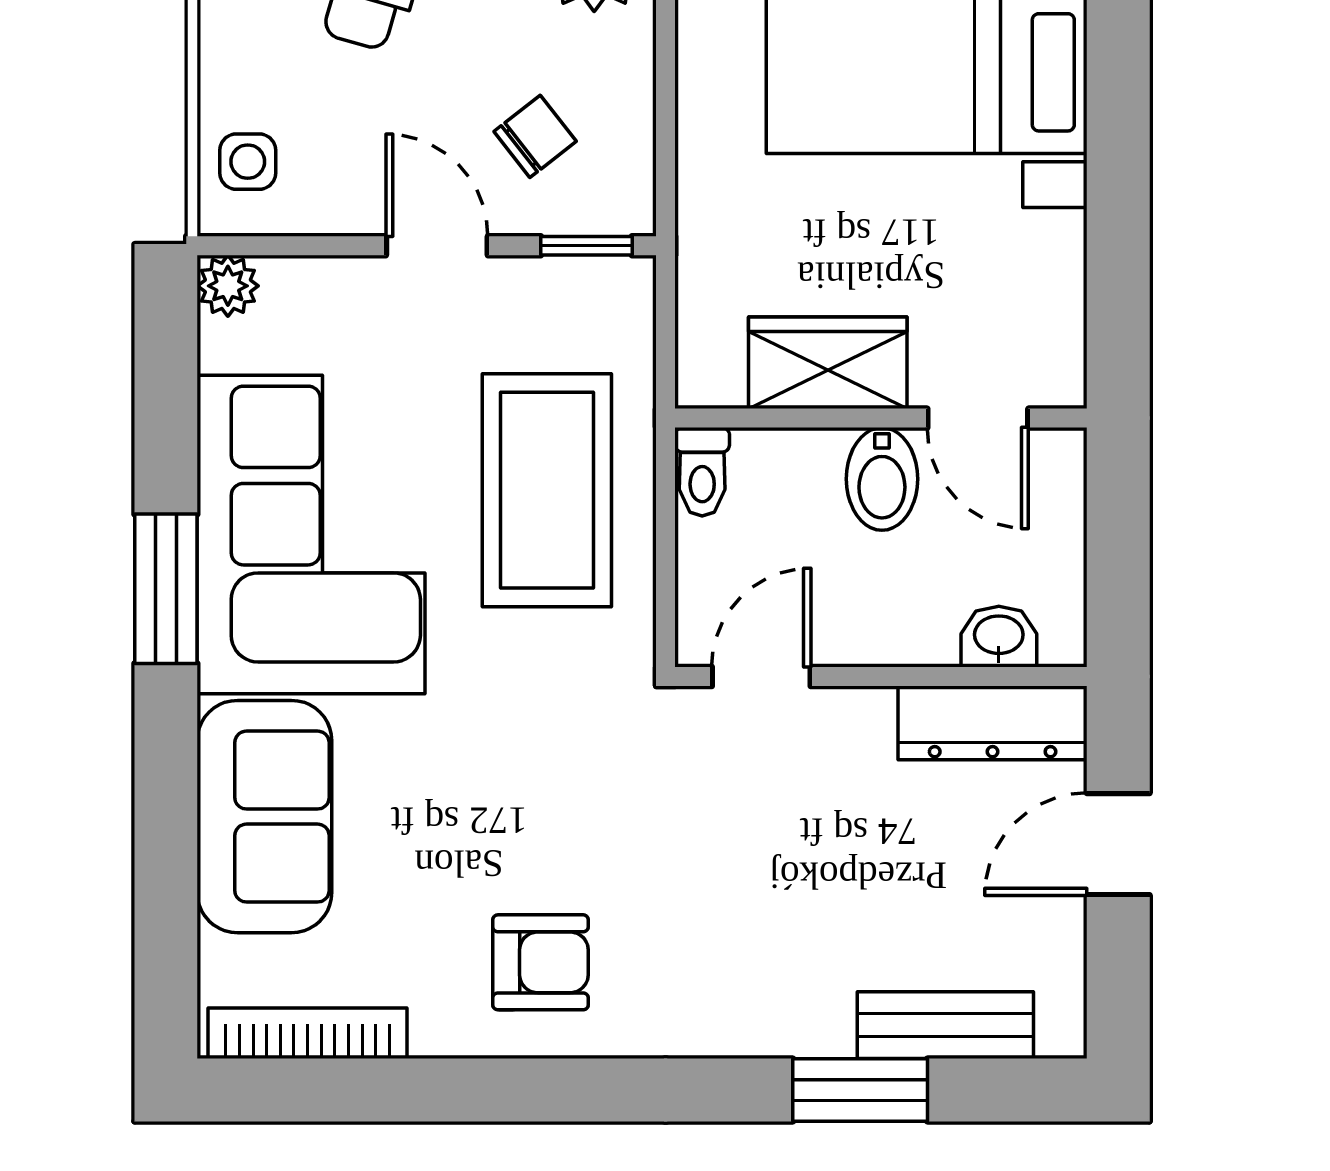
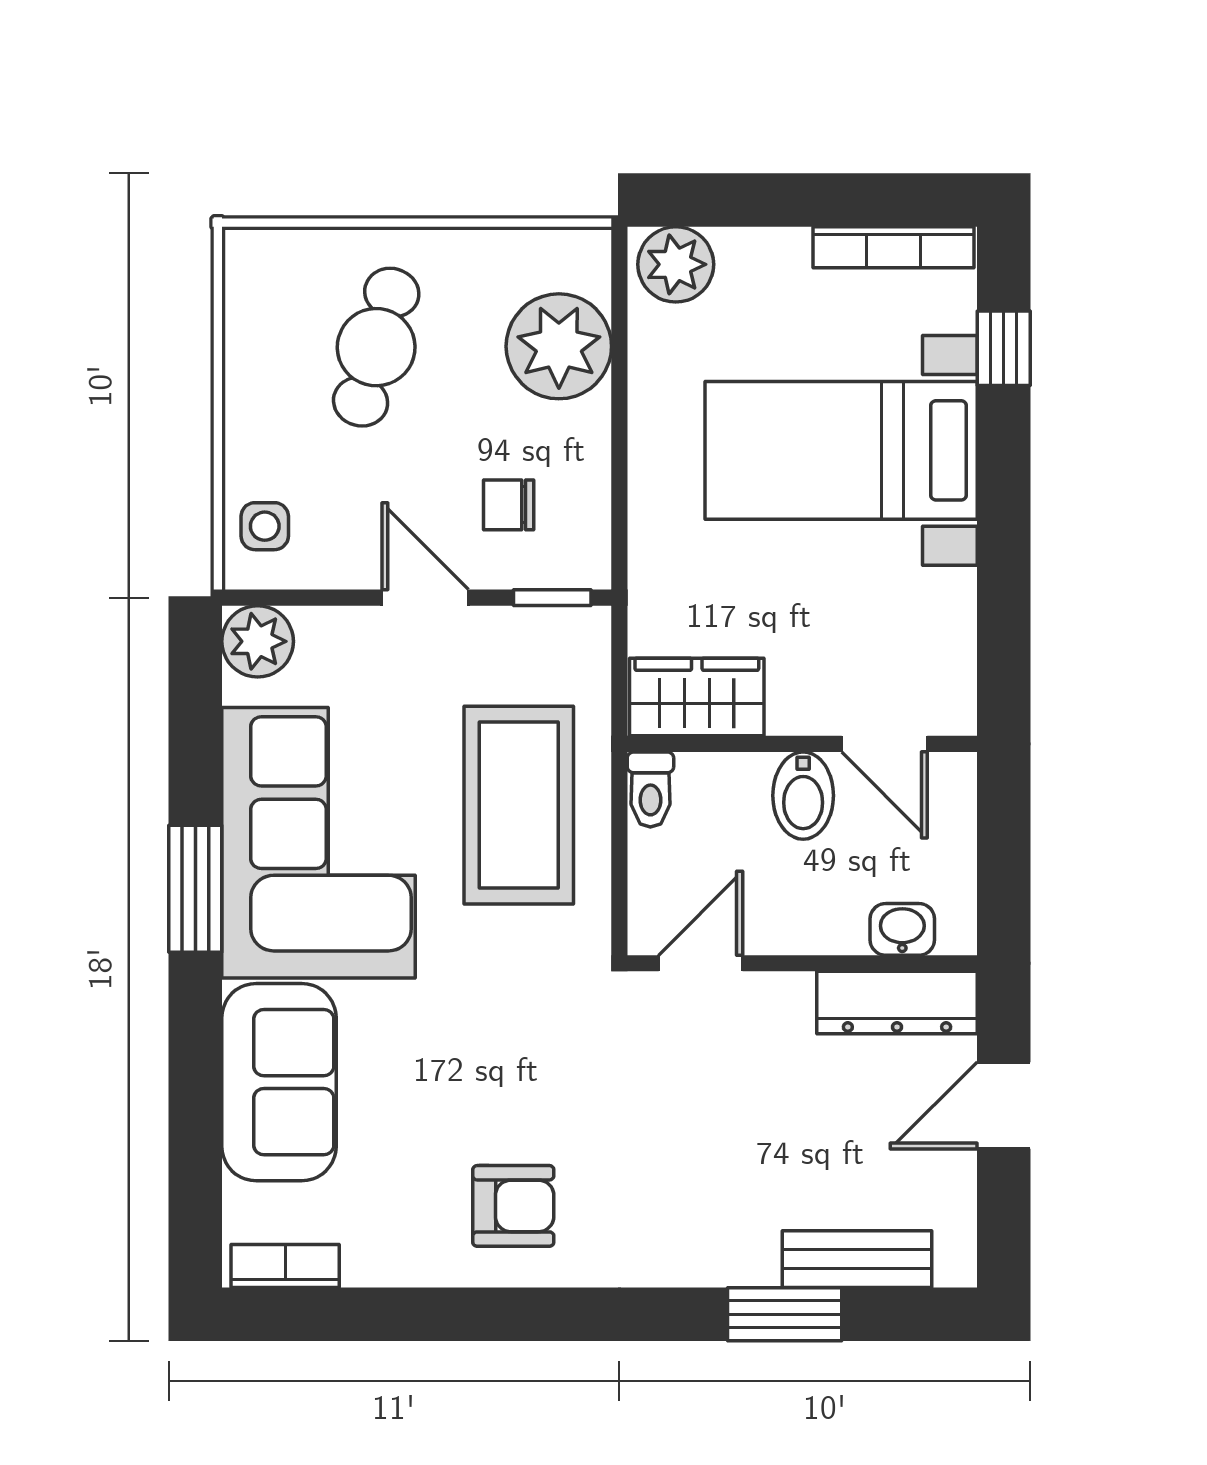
chair: (535, 136) -> (509, 505), turned -142
plant: (228, 286) -> (258, 641), width x1.38, depth x1.38
wardrobe: (828, 363) -> (697, 697), moved
bookcase: (308, 1033) -> (285, 1266), width x0.64

